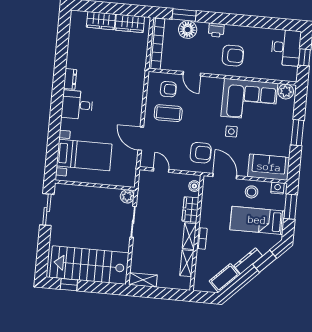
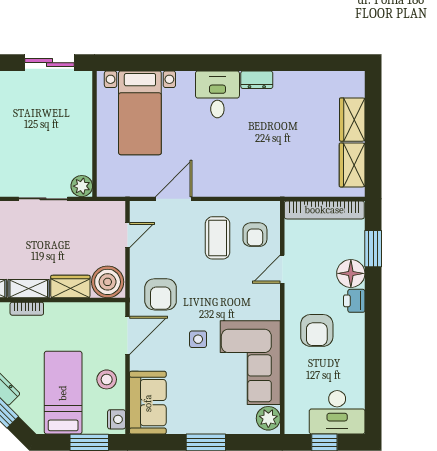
floor lamp: (188, 30) -> (351, 273), moved
boiler: (194, 186) -> (108, 282), width x1.86, depth x1.86

